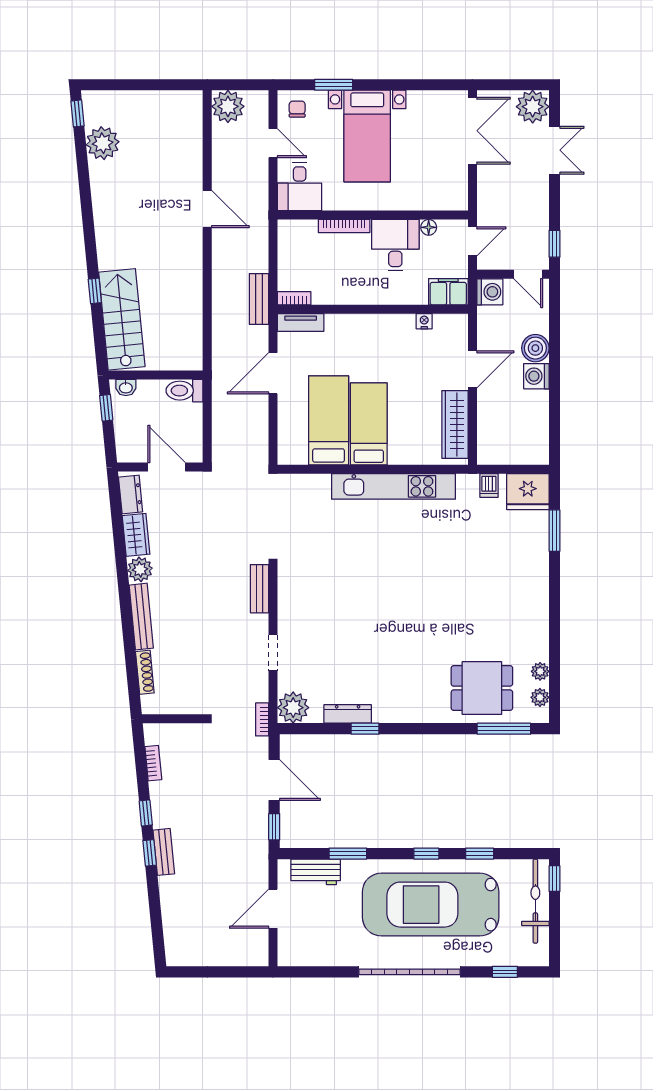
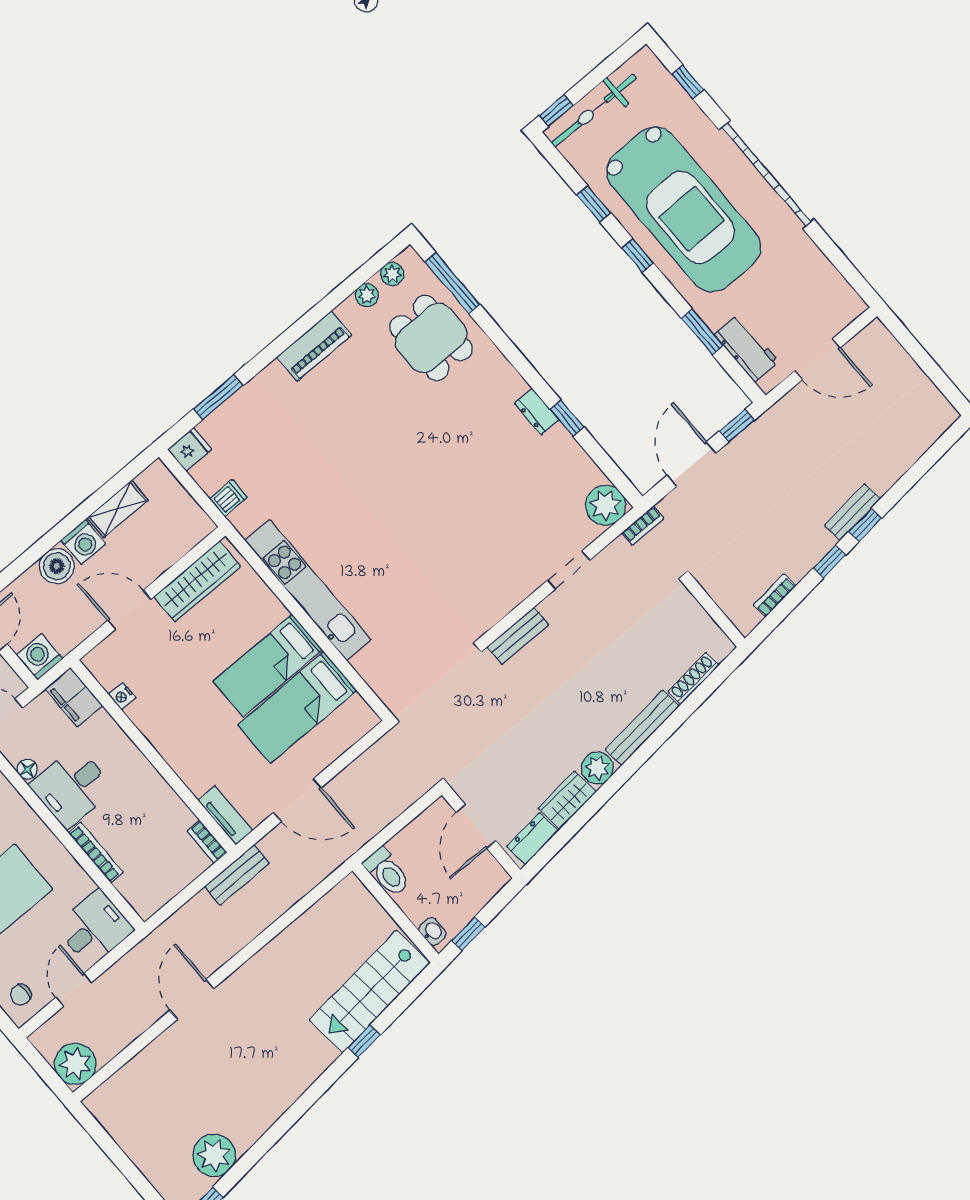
shelving: (539, 414) -> (118, 509), added
fridge: (528, 492) -> (190, 449), width x0.53, depth x0.75
piano: (536, 614) -> (314, 346), added
dresser: (348, 714) -> (537, 412), moved, width x0.70

